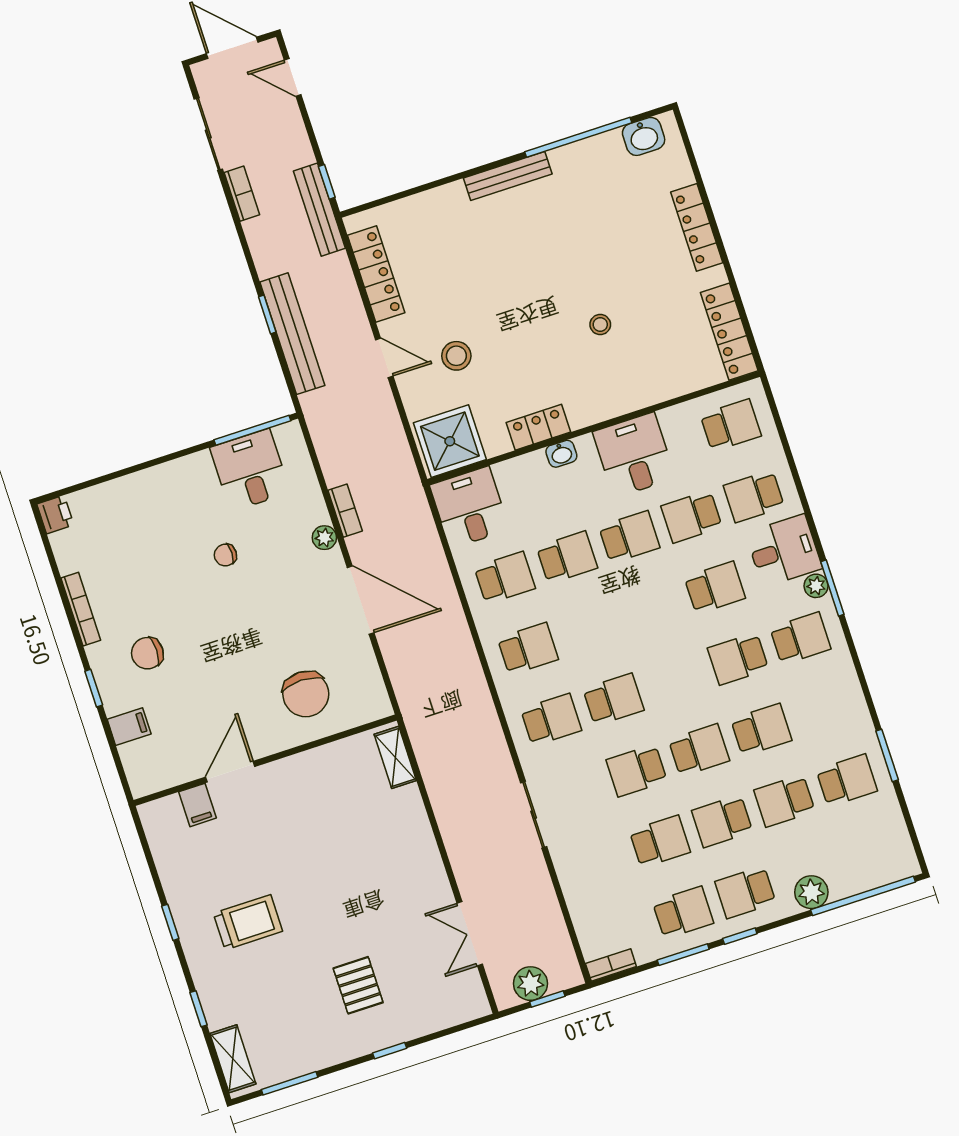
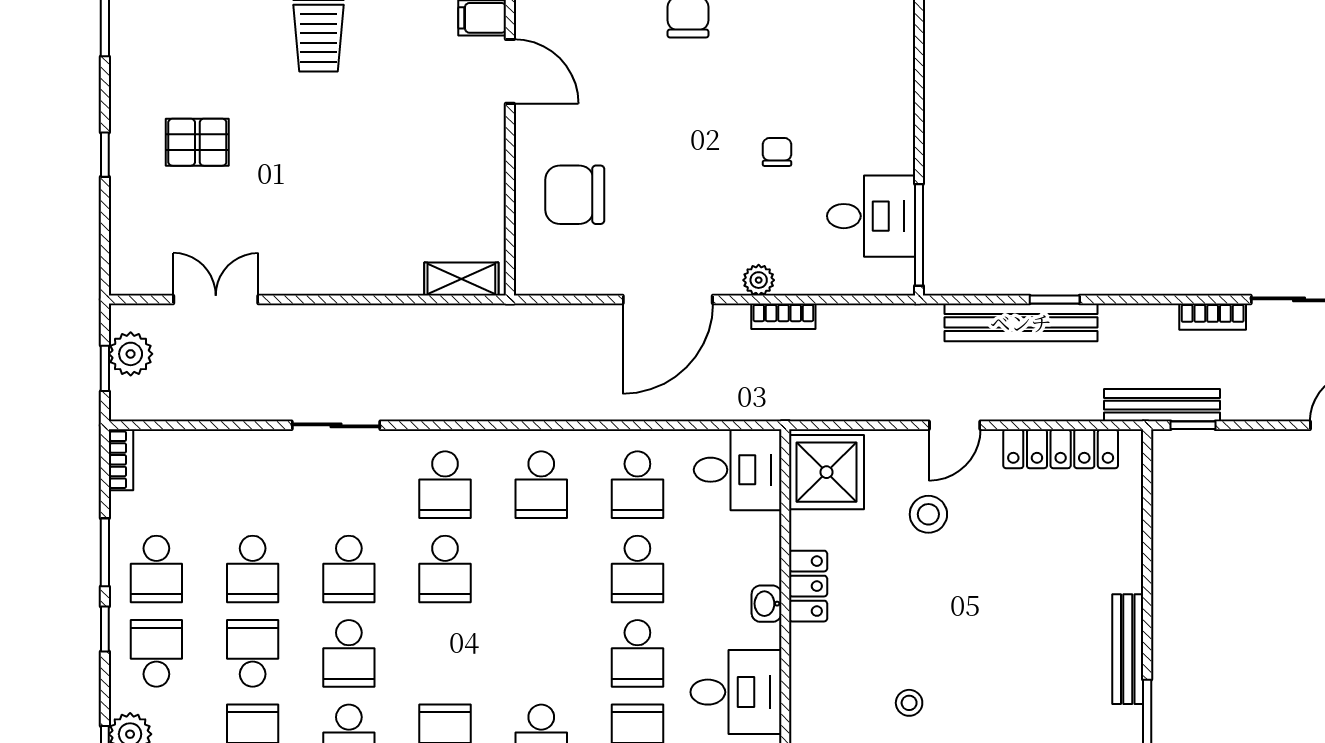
school desk: (637, 770) -> (349, 569), turned 180

